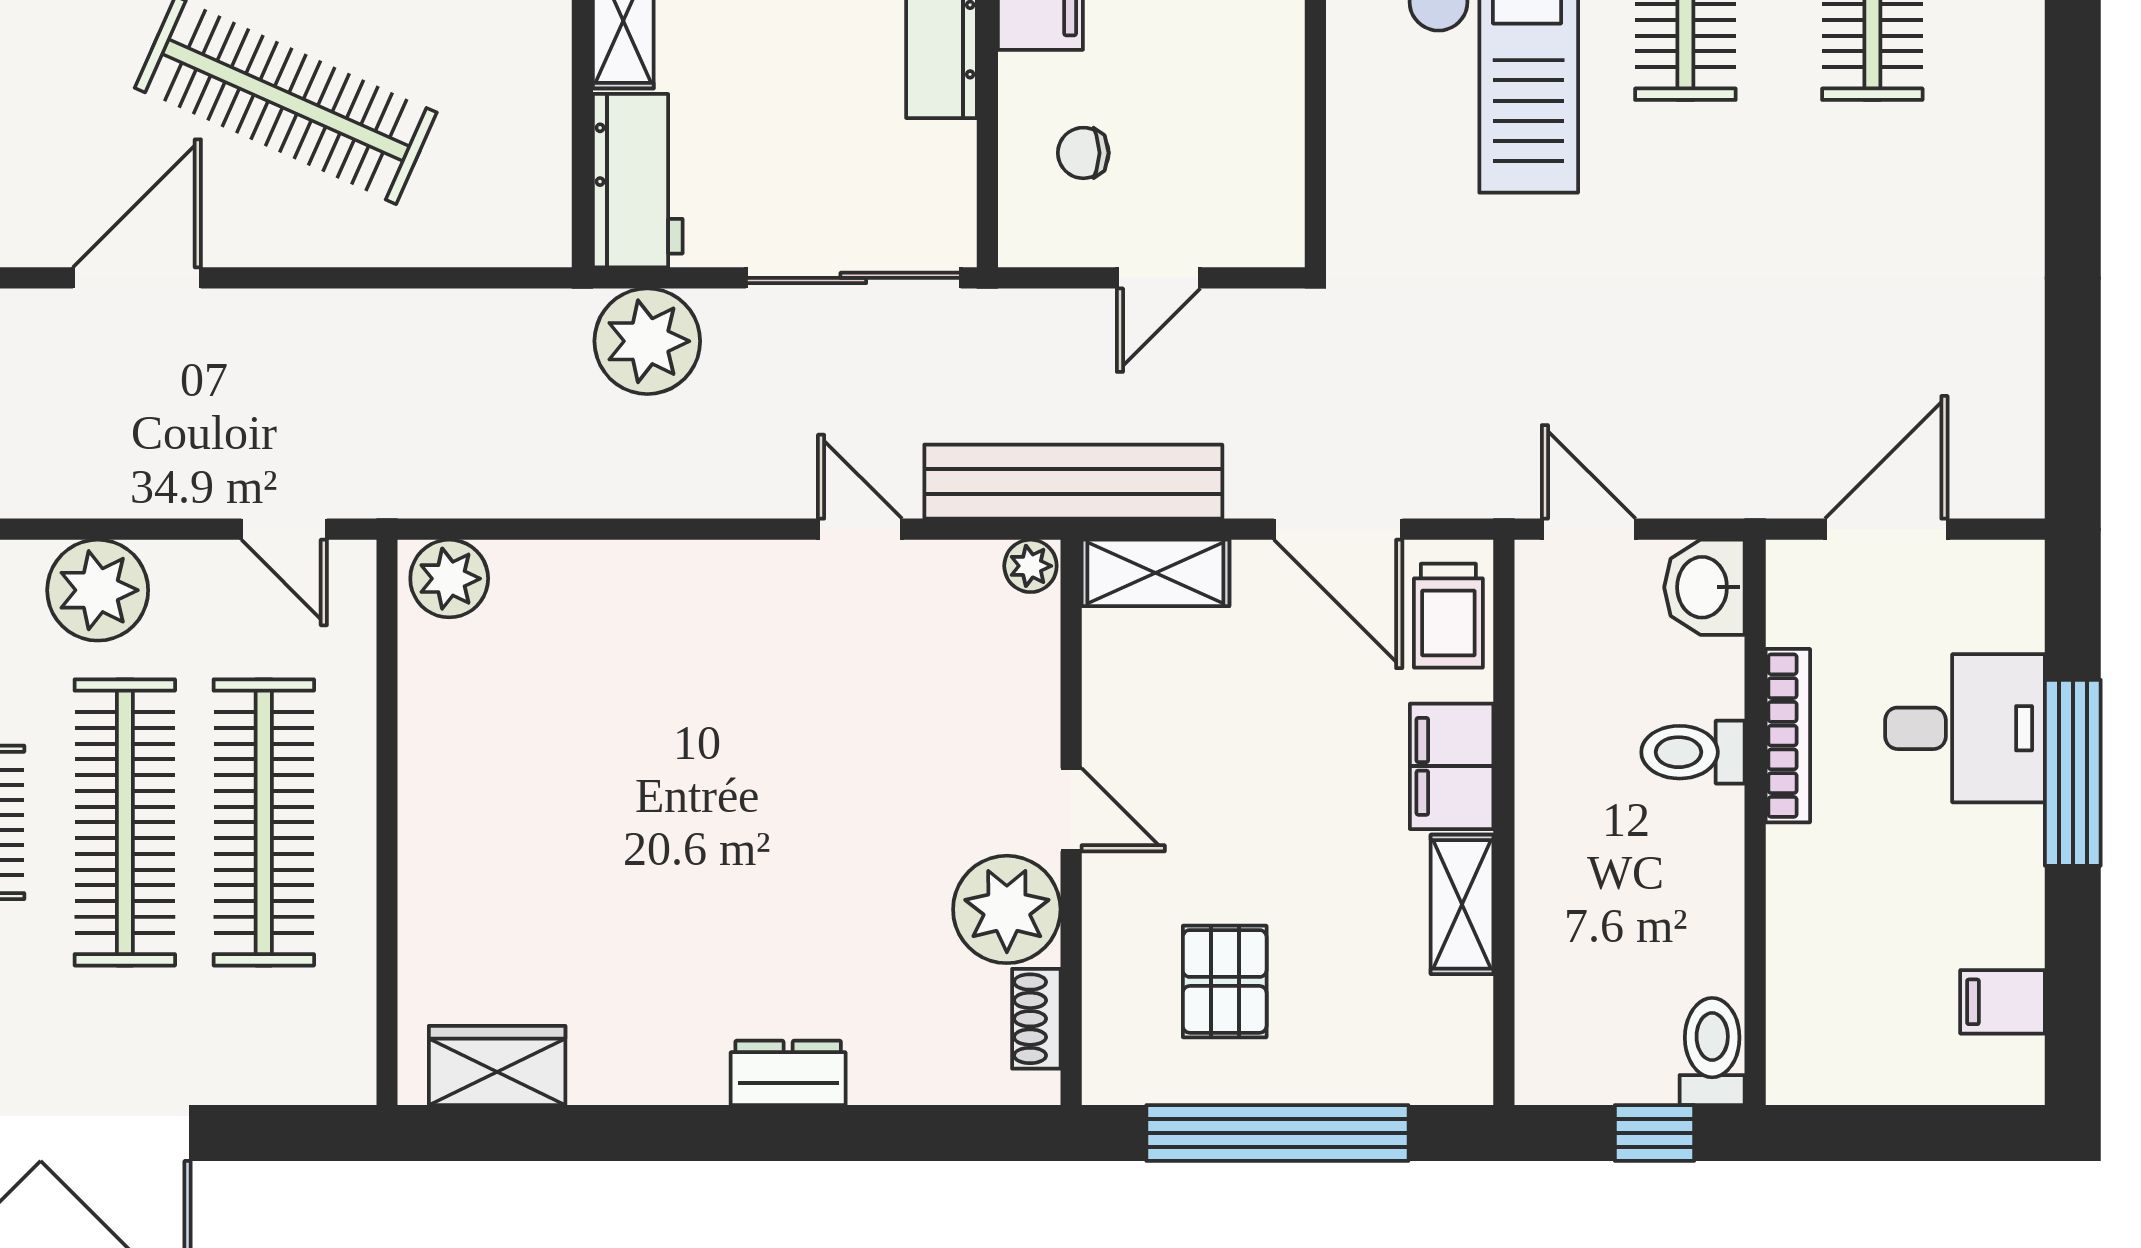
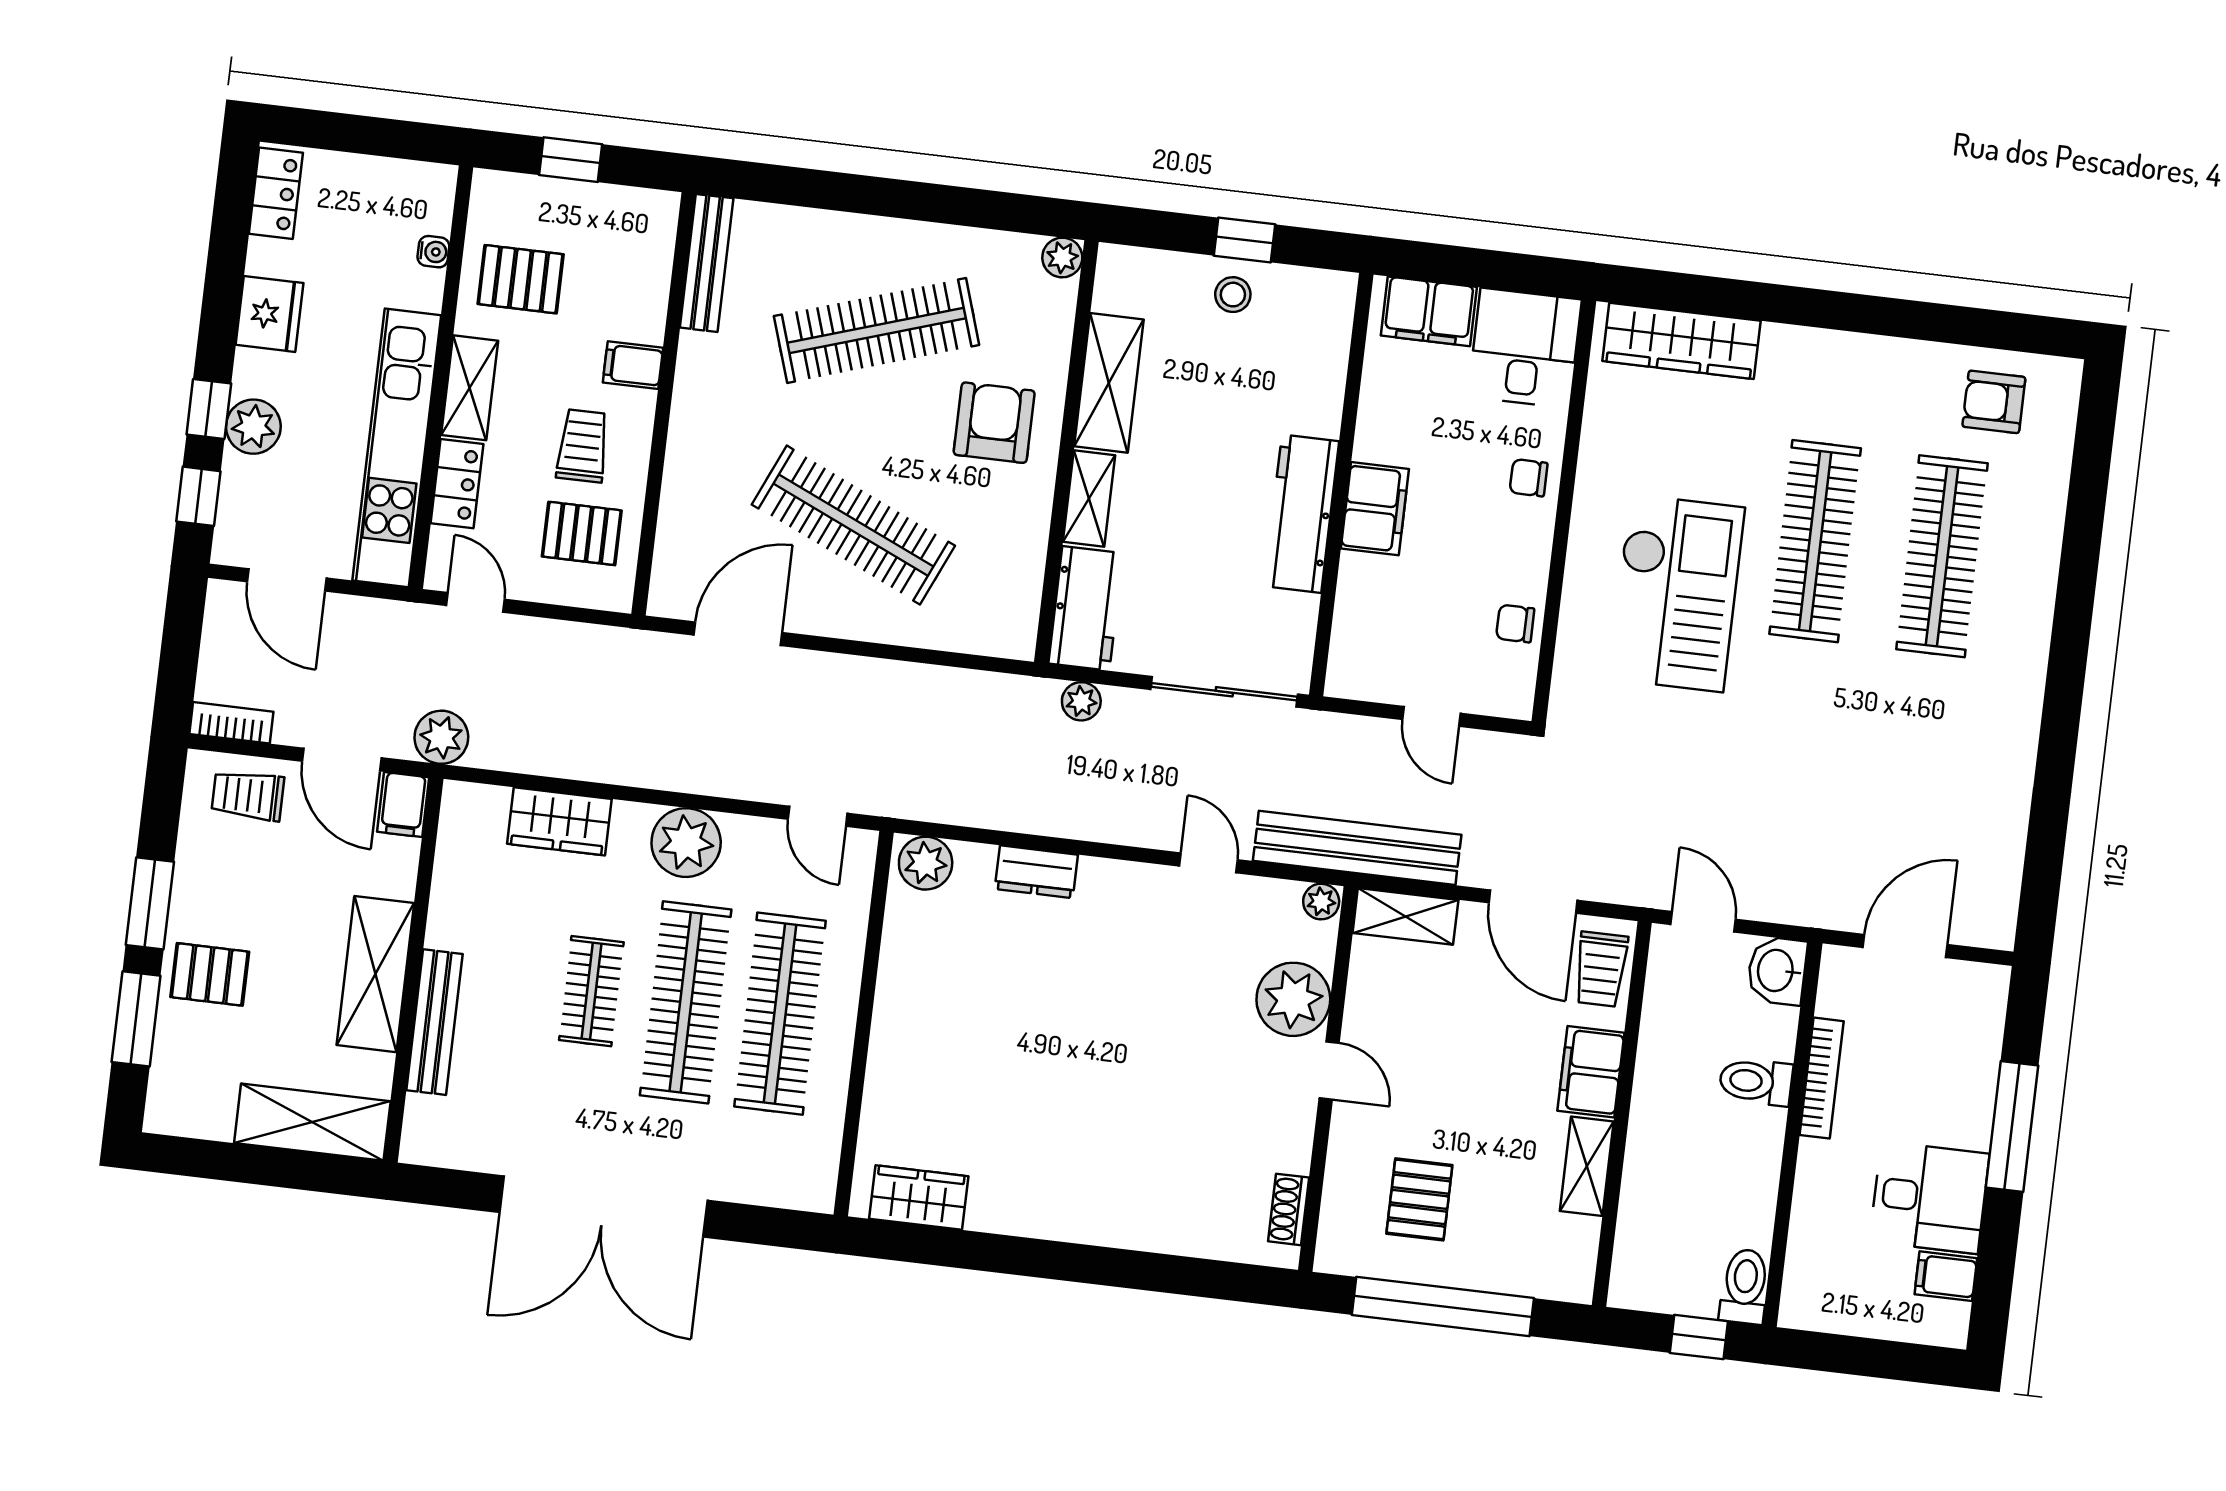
chair: (1083, 153) -> (1515, 624), moved
door: (1159, 278) -> (1431, 716), hinge flipped
plant: (647, 341) -> (1081, 701), width x0.53, depth x0.53
desk: (1965, 728) -> (1929, 1198), moved
plant: (1007, 909) -> (1293, 999), moved
dresser: (788, 1073) -> (1036, 872), moved, turned 180

